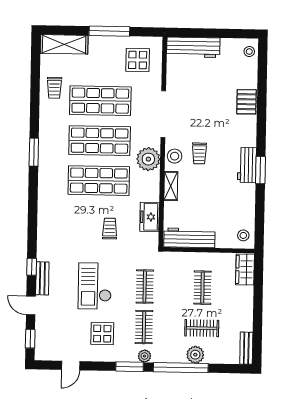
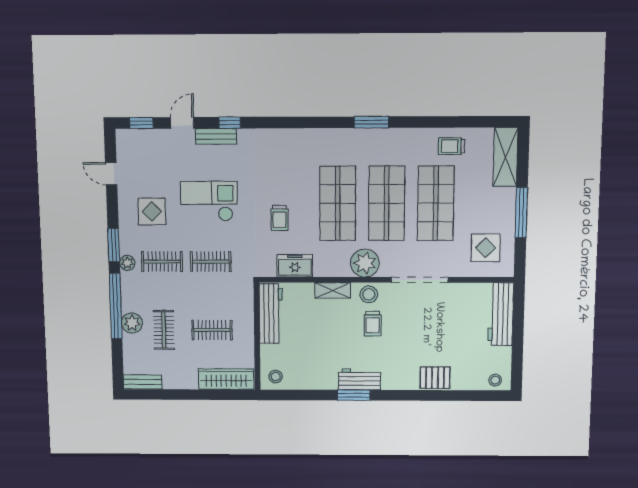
trolley: (199, 153) -> (373, 324), turned -90
trolley: (110, 229) -> (279, 218), turned 90
wardrobe: (245, 269) -> (226, 379), width x1.50

